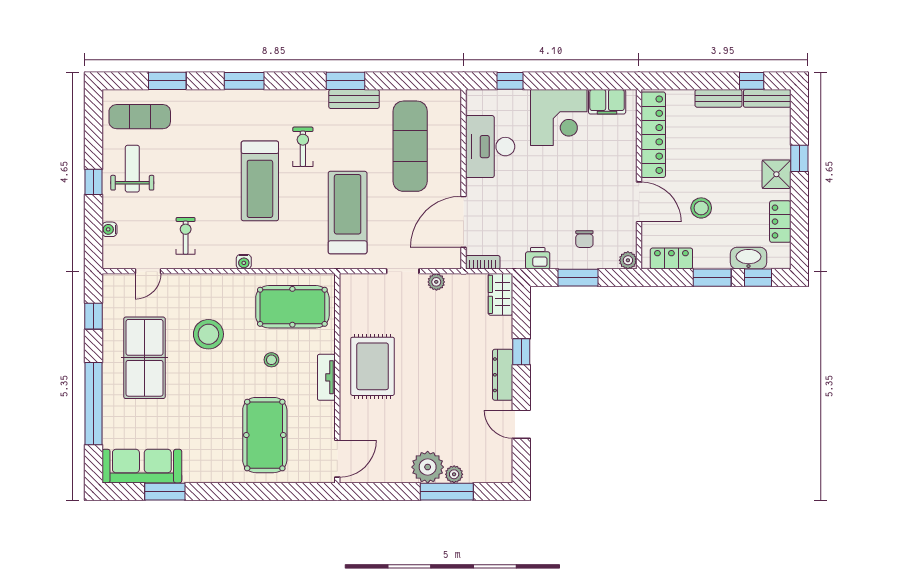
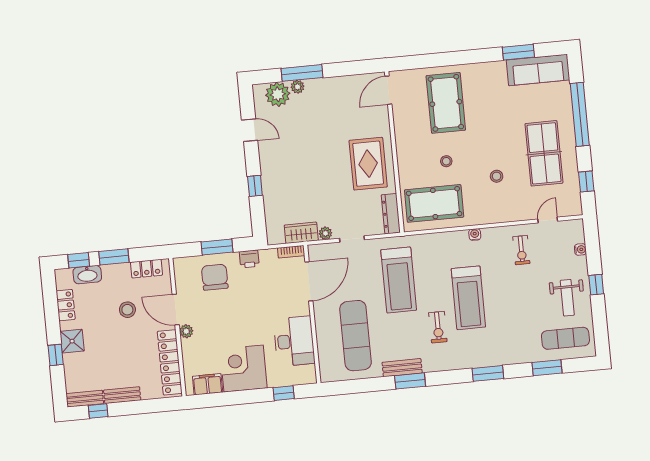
treadmill: (260, 181) -> (468, 298), turned 180
chair: (584, 239) -> (215, 277), width x1.87, depth x1.87
plant: (628, 260) -> (186, 331), moved
wardrobe: (501, 294) -> (301, 233), moved, turned -90
stool: (208, 334) -> (497, 176), width x0.53, depth x0.53
dresser: (503, 375) -> (391, 214), moved, turned 180
tv unit: (326, 377) -> (403, 152), removed
plant: (428, 467) -> (278, 94), moved

